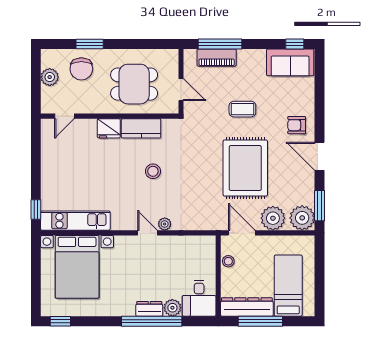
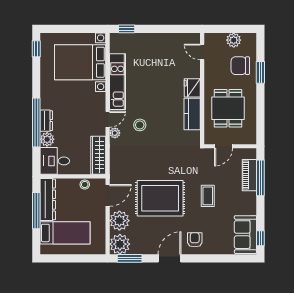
stool: (153, 171) -> (140, 125), moved
kitchen unit: (75, 221) -> (118, 82), moved
wardrobe: (192, 244) -> (98, 155), added

